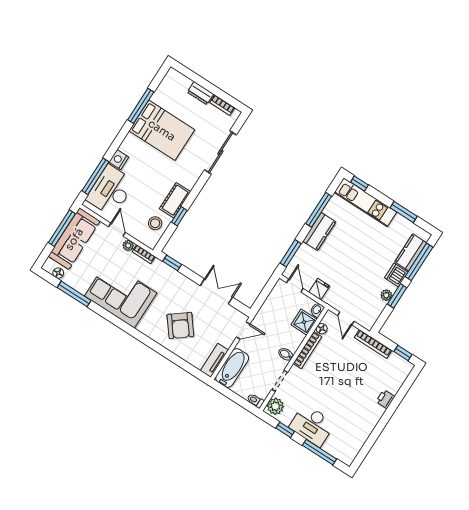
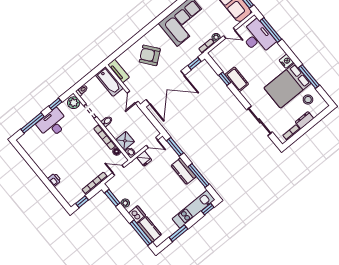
nightstand: (119, 160) -> (286, 61), moved
stool: (155, 223) -> (308, 100), moved
double door: (216, 291) -> (165, 88), width x1.87
window: (397, 296) -> (112, 198), moved

